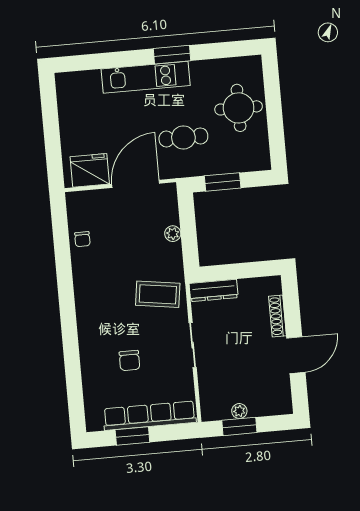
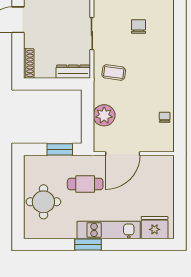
fridge: (90, 170) -> (155, 228), moved, turned 180
plant: (173, 234) -> (104, 115), width x1.87, depth x1.87
coffee table: (158, 294) -> (114, 72), width x0.73, depth x0.77
shoe rack: (278, 316) -> (29, 63), moved

